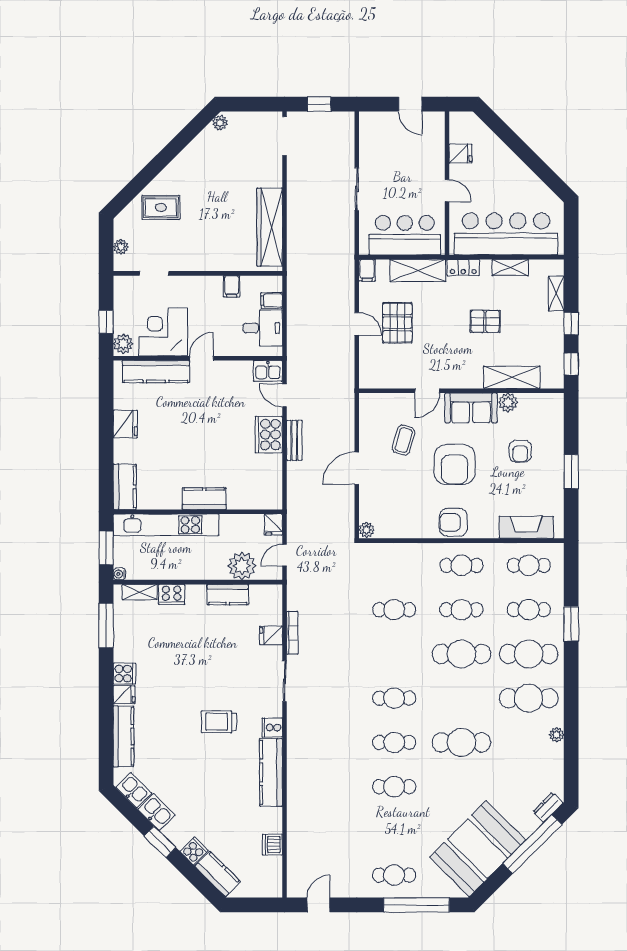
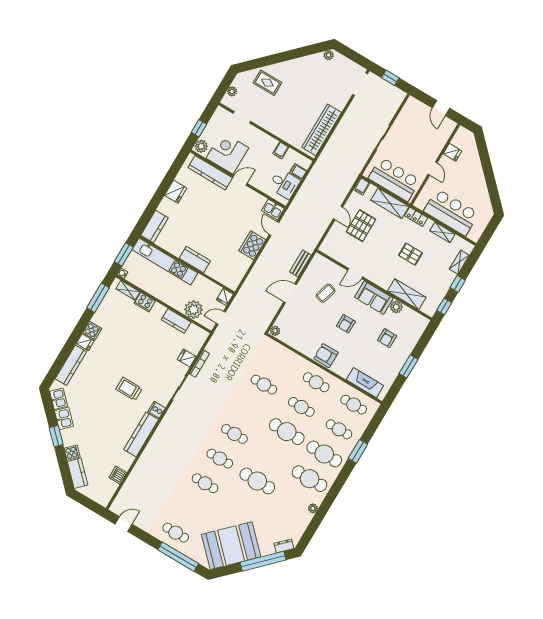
bar counter: (506, 234) -> (451, 212), width x0.73
bench: (294, 440) -> (300, 263), moved
armchair: (455, 465) -> (346, 324), width x0.53, depth x0.53

